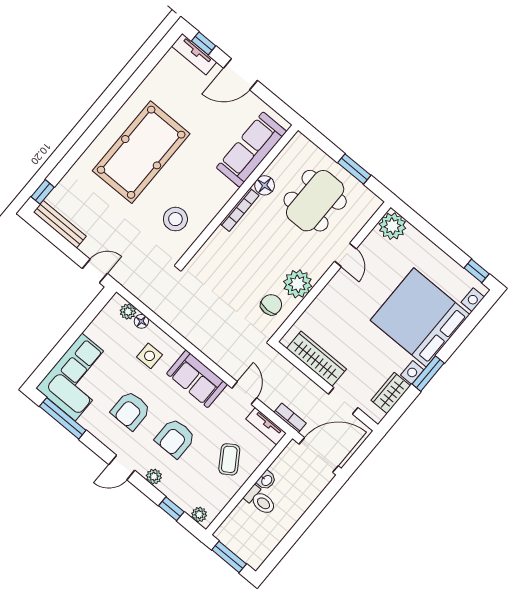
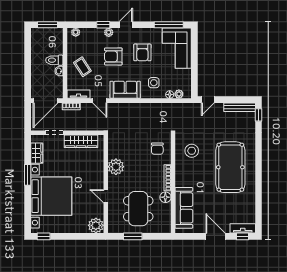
door: (241, 74) -> (216, 236), hinge flipped
chair: (271, 305) -> (157, 149), moved
armchair: (131, 410) -> (142, 52), turned 180
armchair: (175, 438) -> (113, 56), turned -90
window: (171, 509) -> (103, 25), moved

